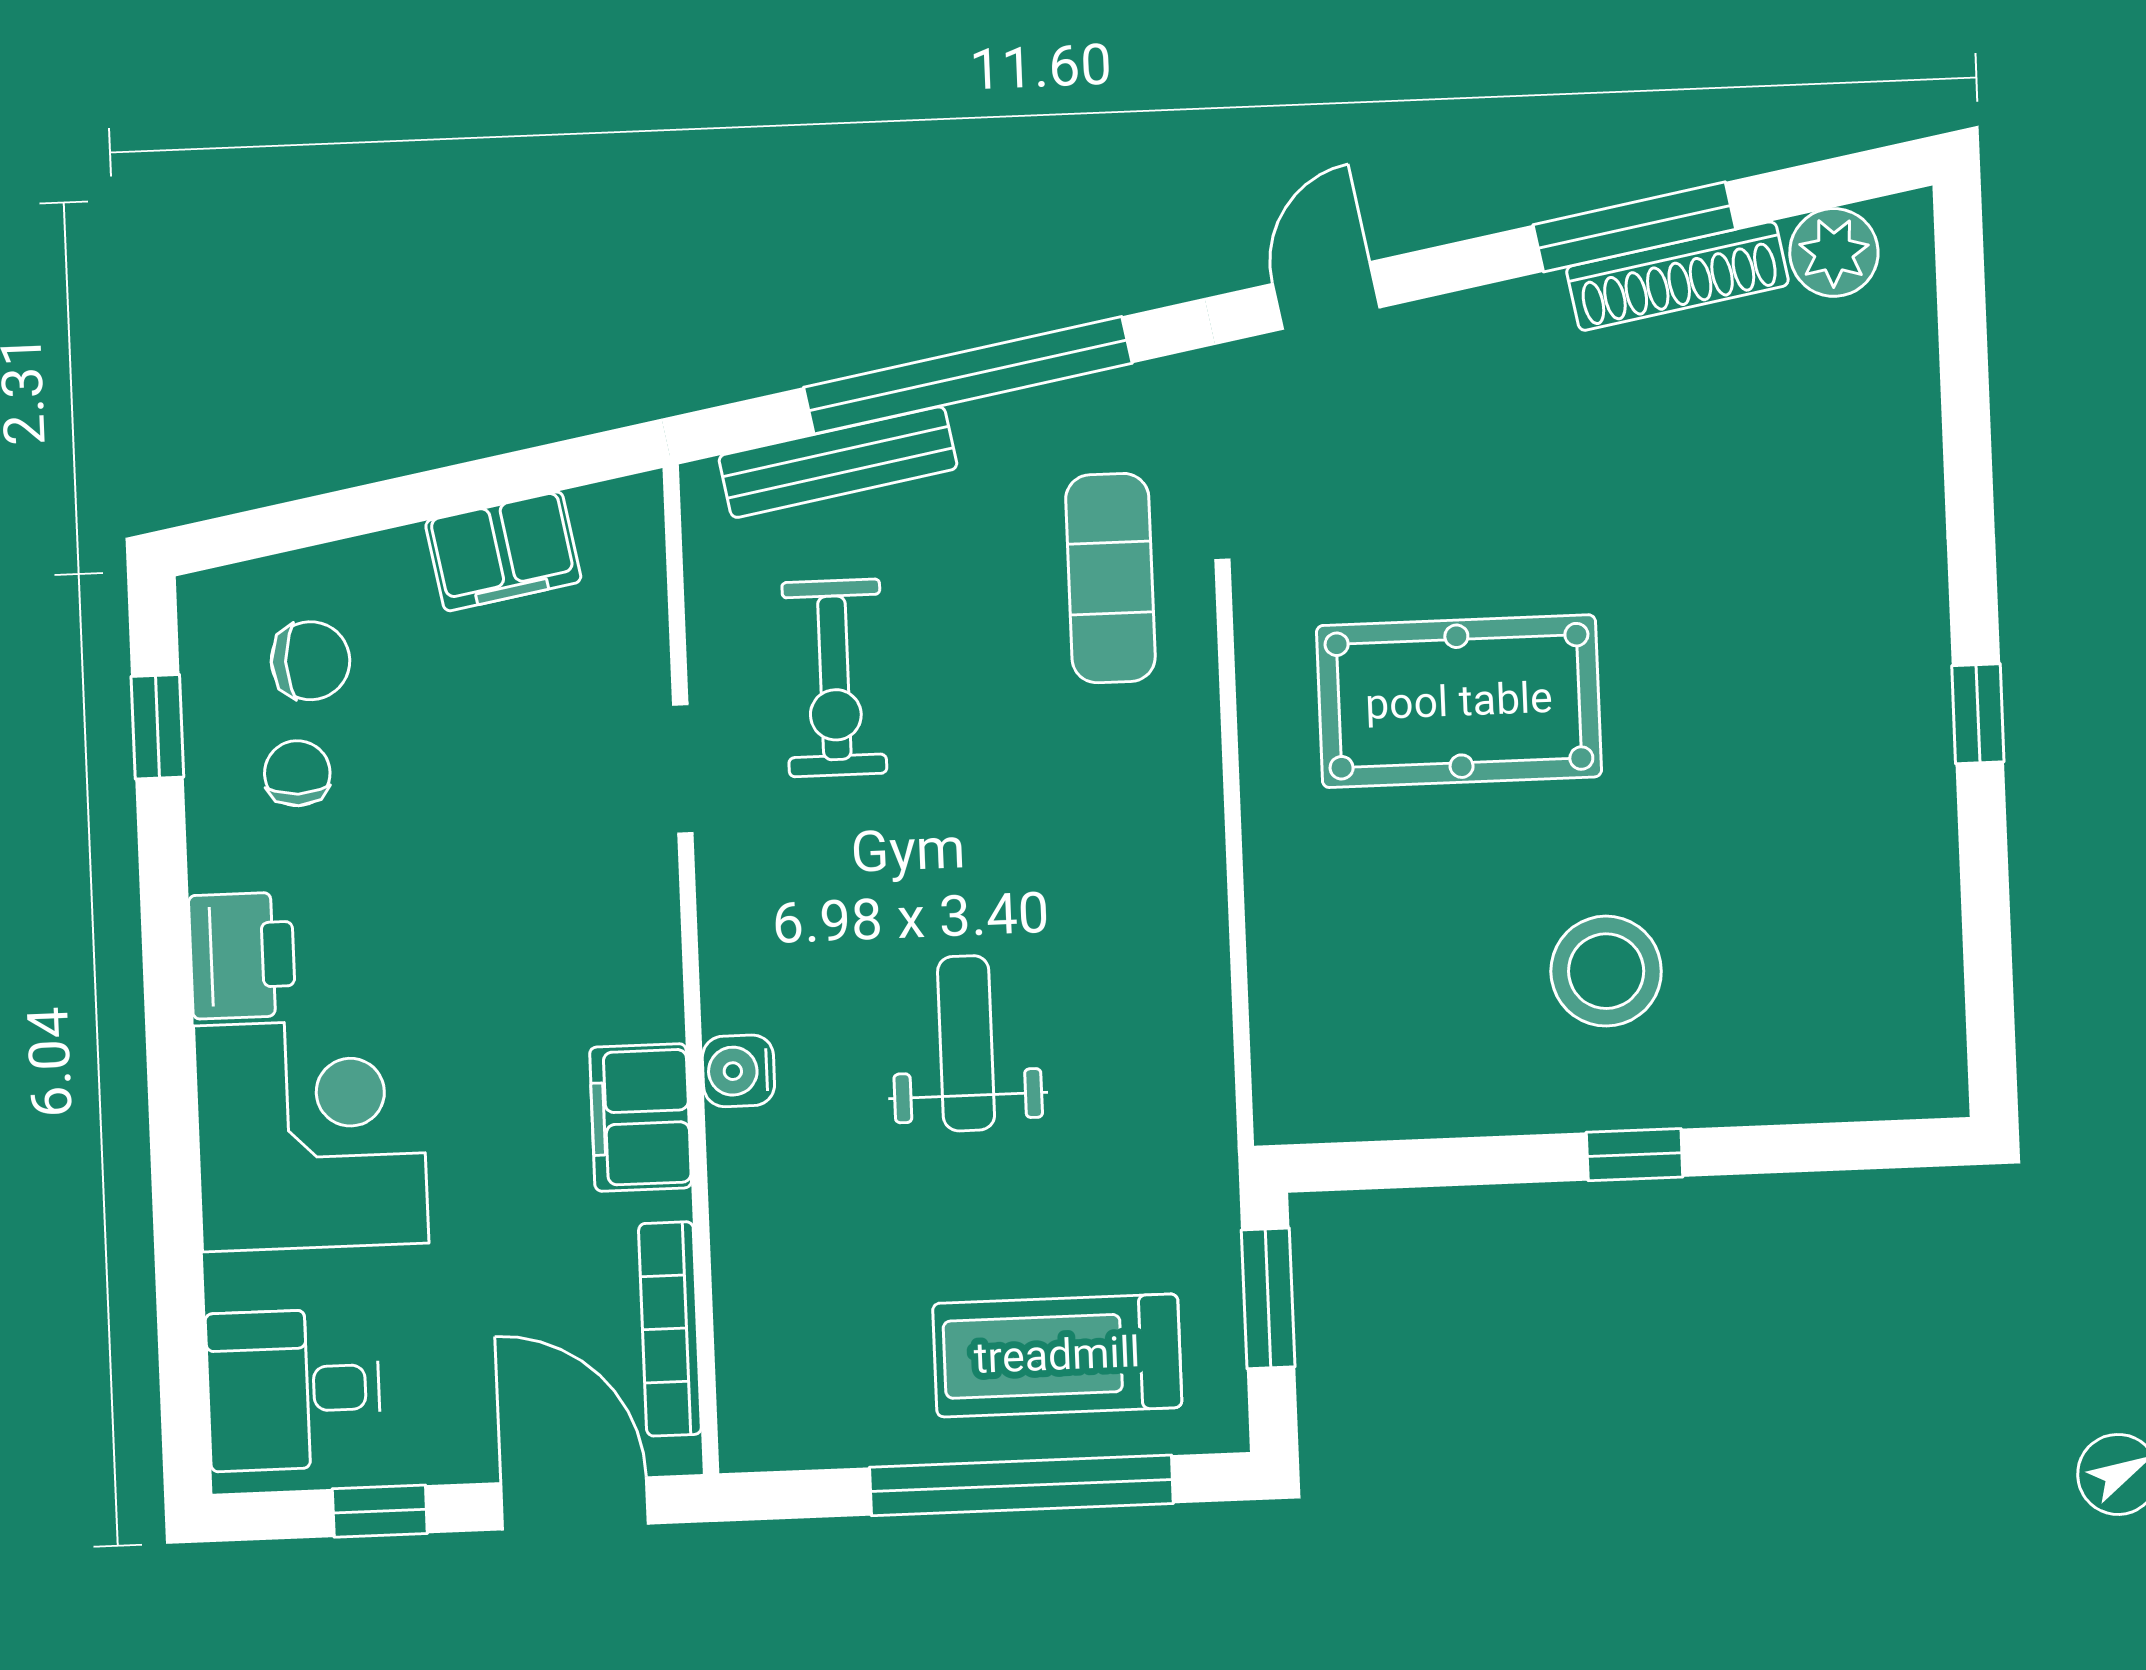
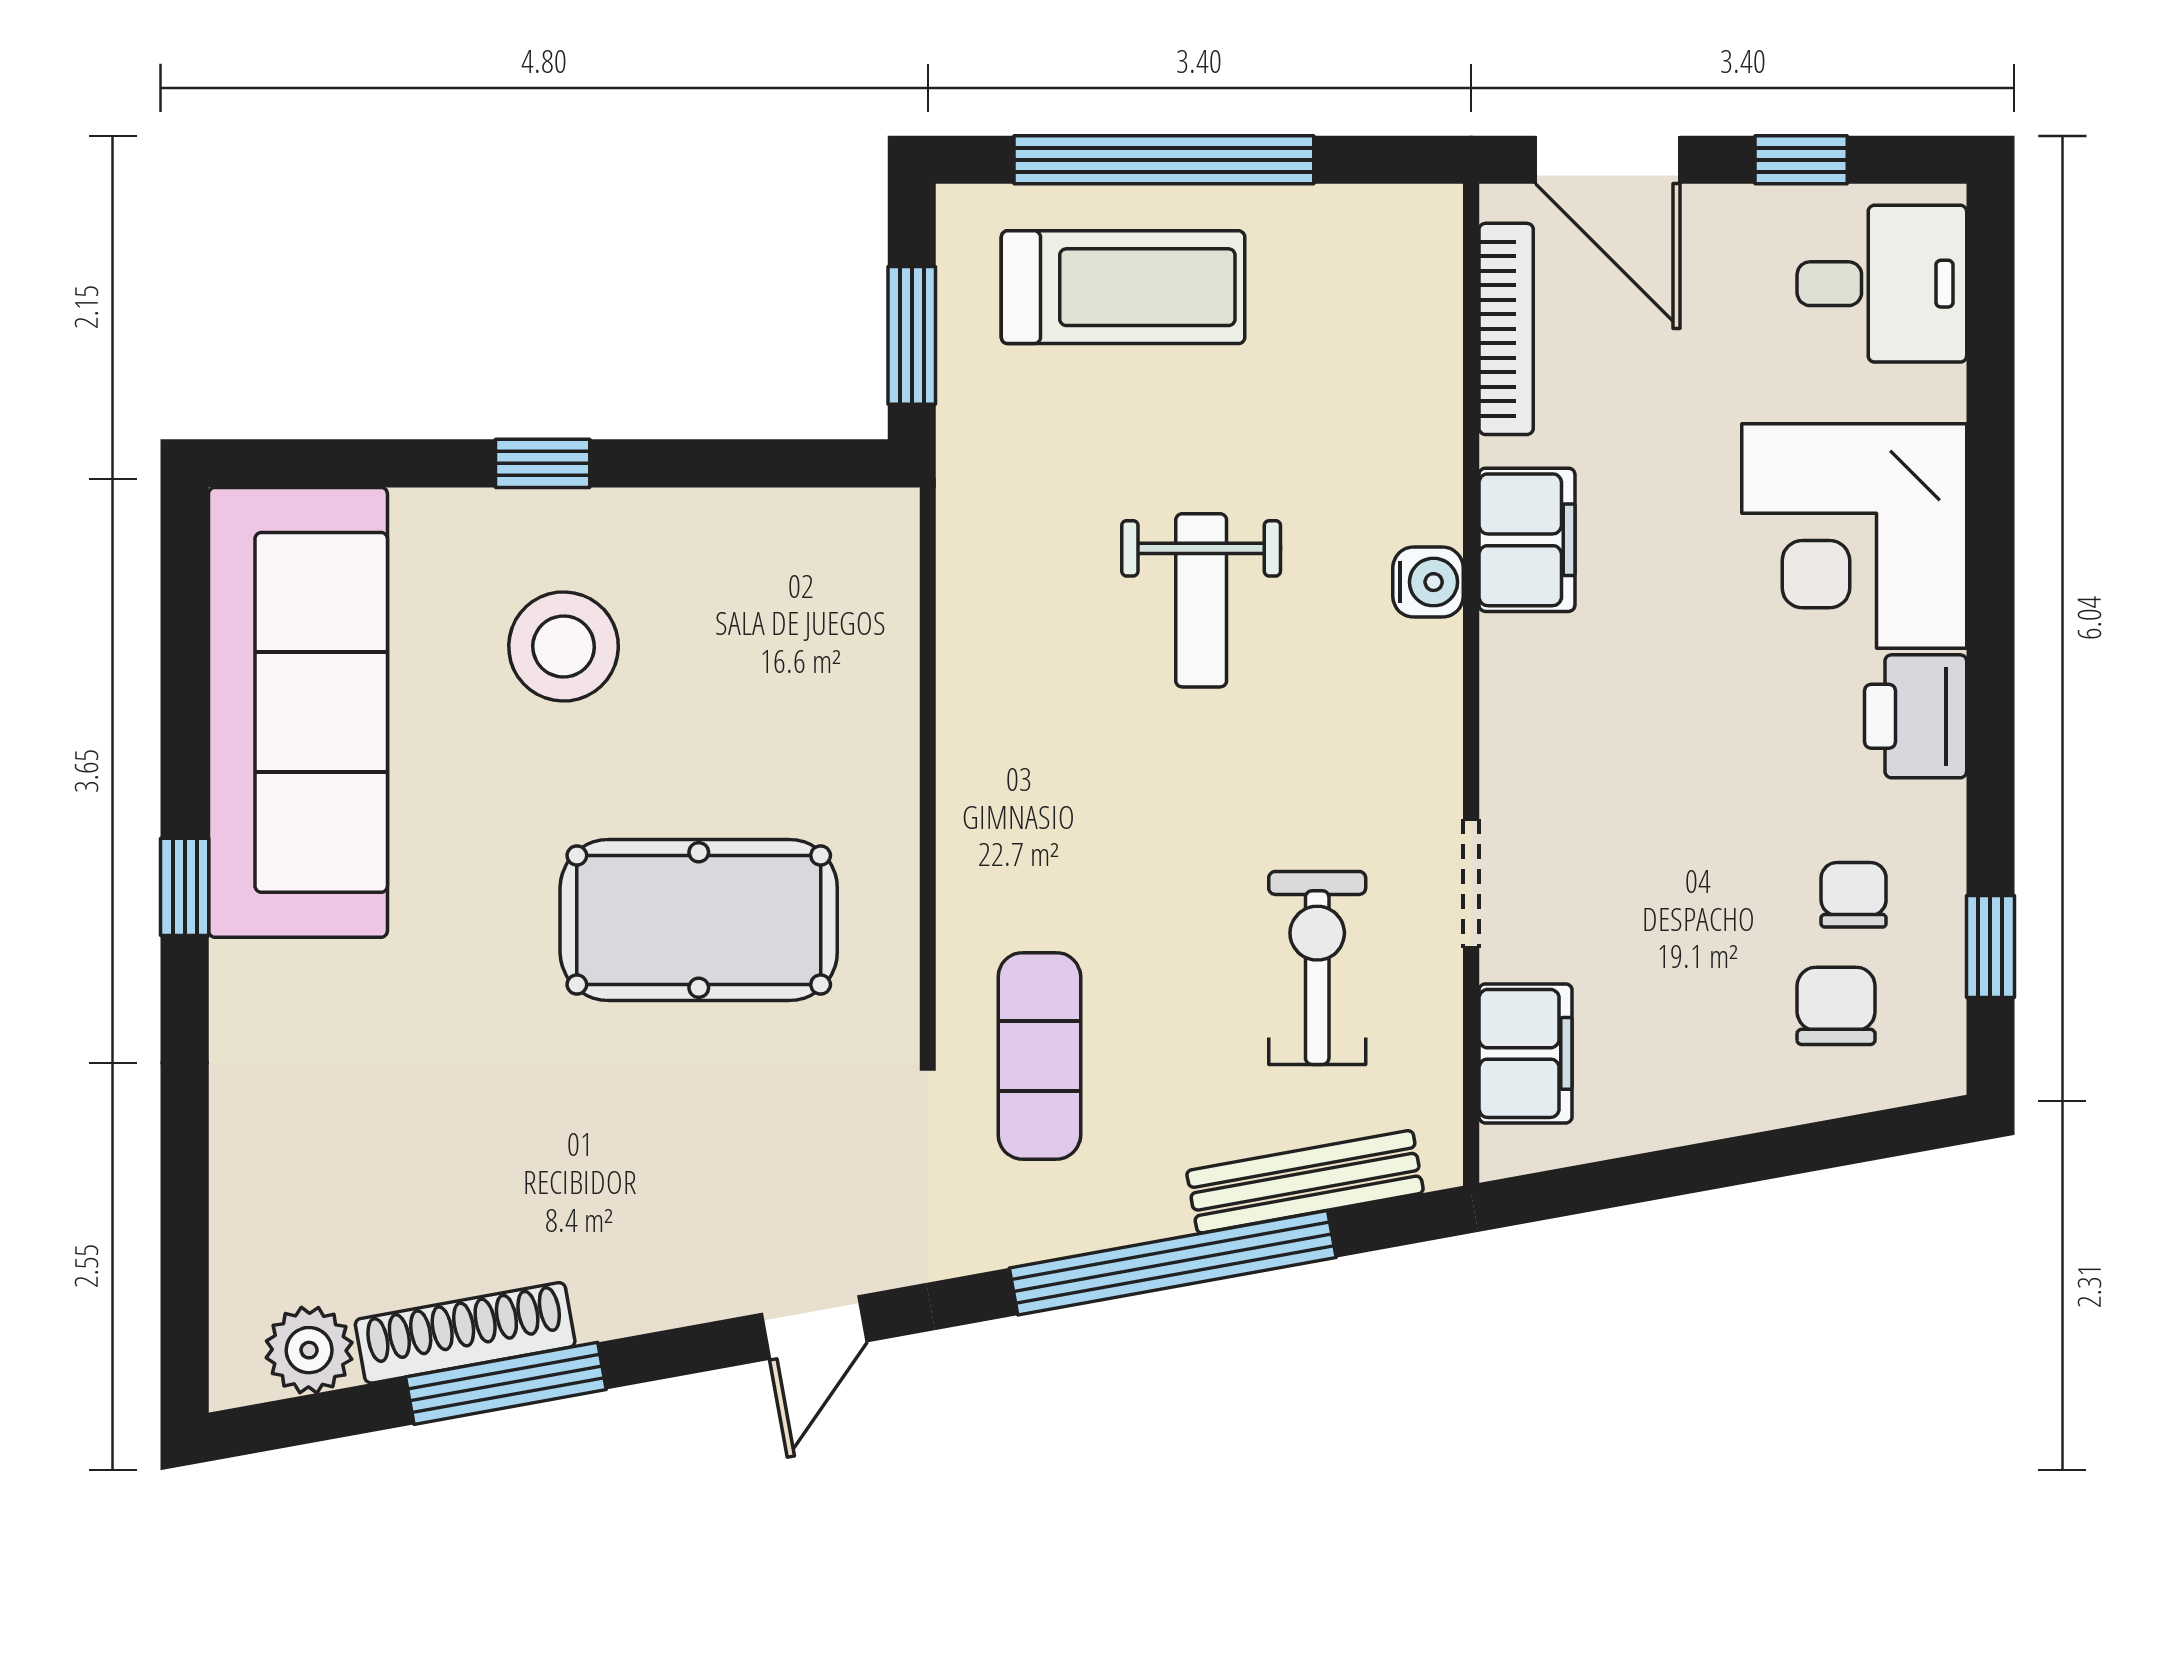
filing cabinet: (503, 551) -> (1526, 1053), moved, turned 100
chair: (310, 661) -> (1836, 1006), turned 90
chair: (297, 773) -> (1854, 895), turned 180
sofa: (1871, 894) -> (298, 712), added

